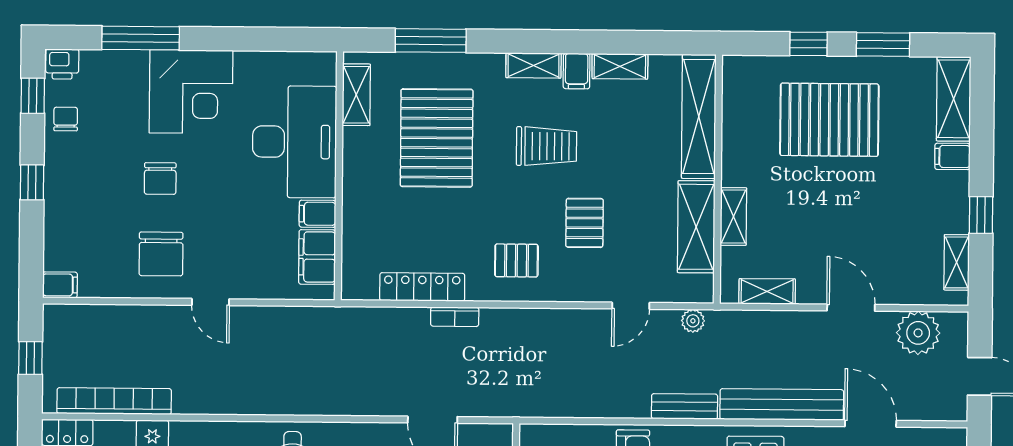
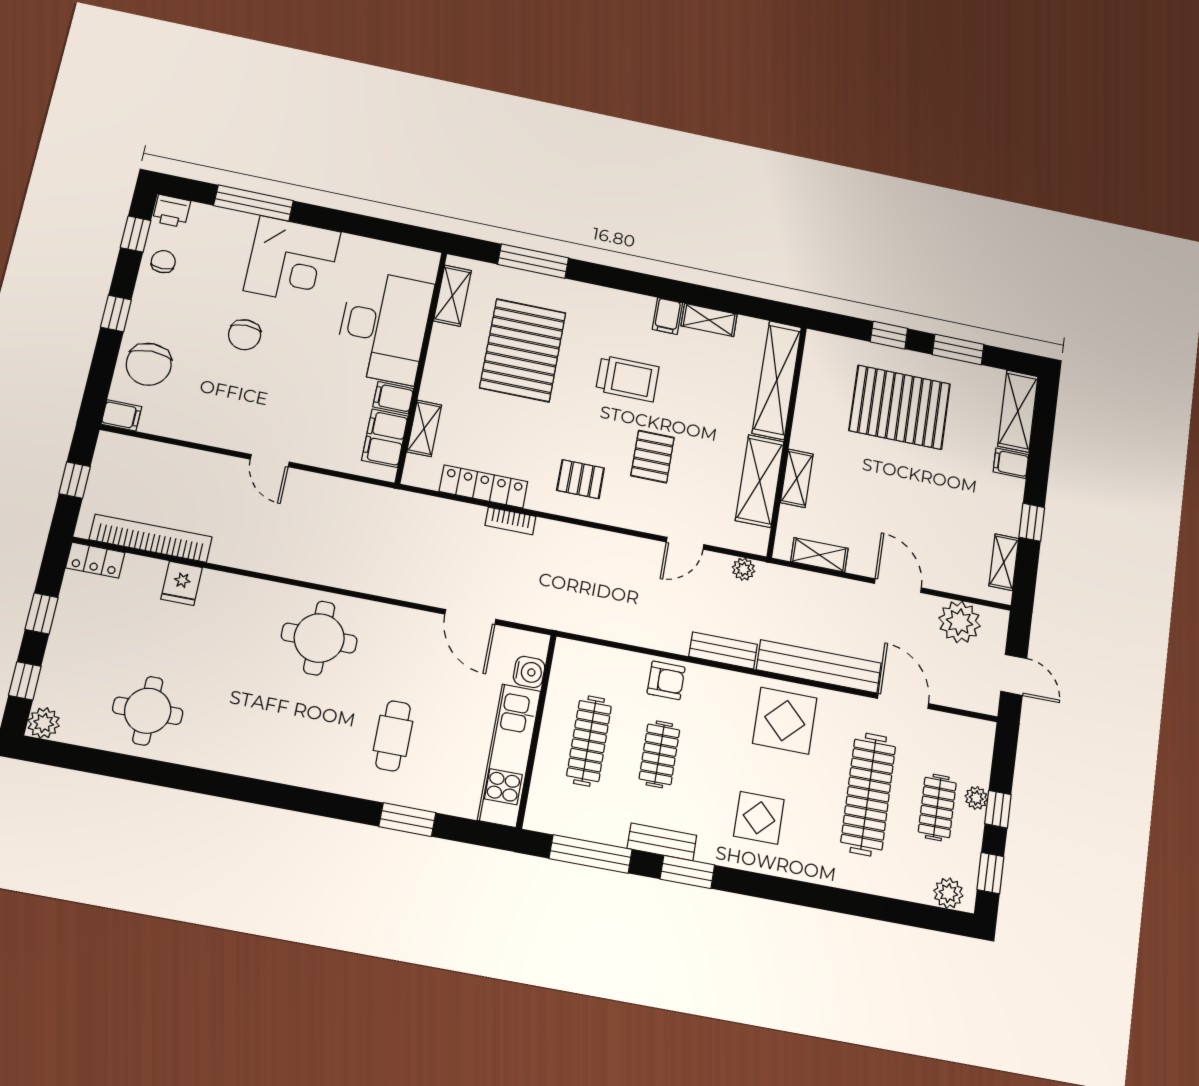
shelving: (533, 65) -> (424, 428), moved, turned 90
chair: (161, 254) -> (149, 364), moved

